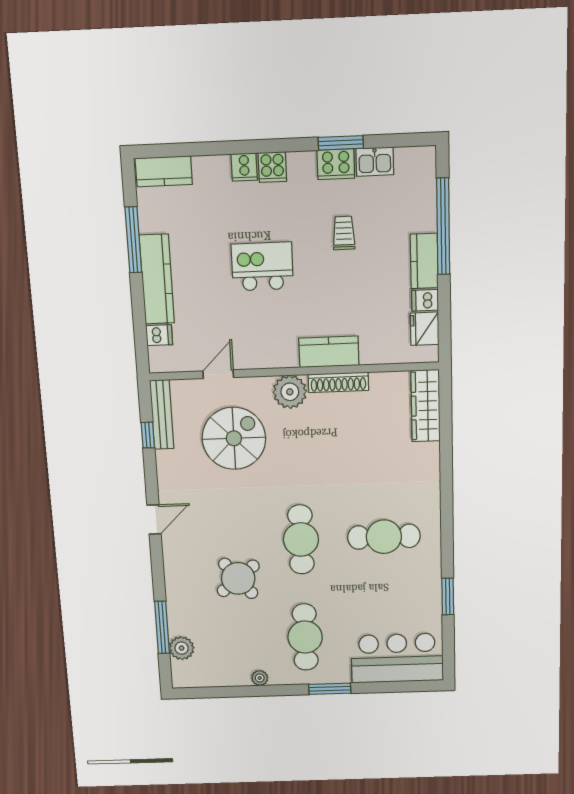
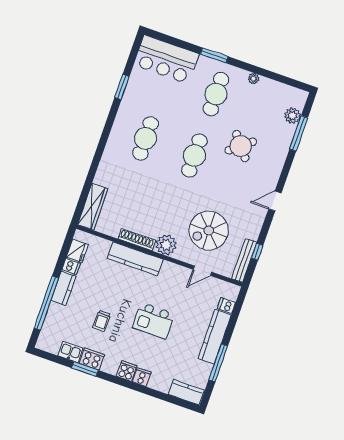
kitchen counter: (329, 352) -> (135, 259), width x1.50
cafe table: (384, 537) -> (146, 138), turned 90

